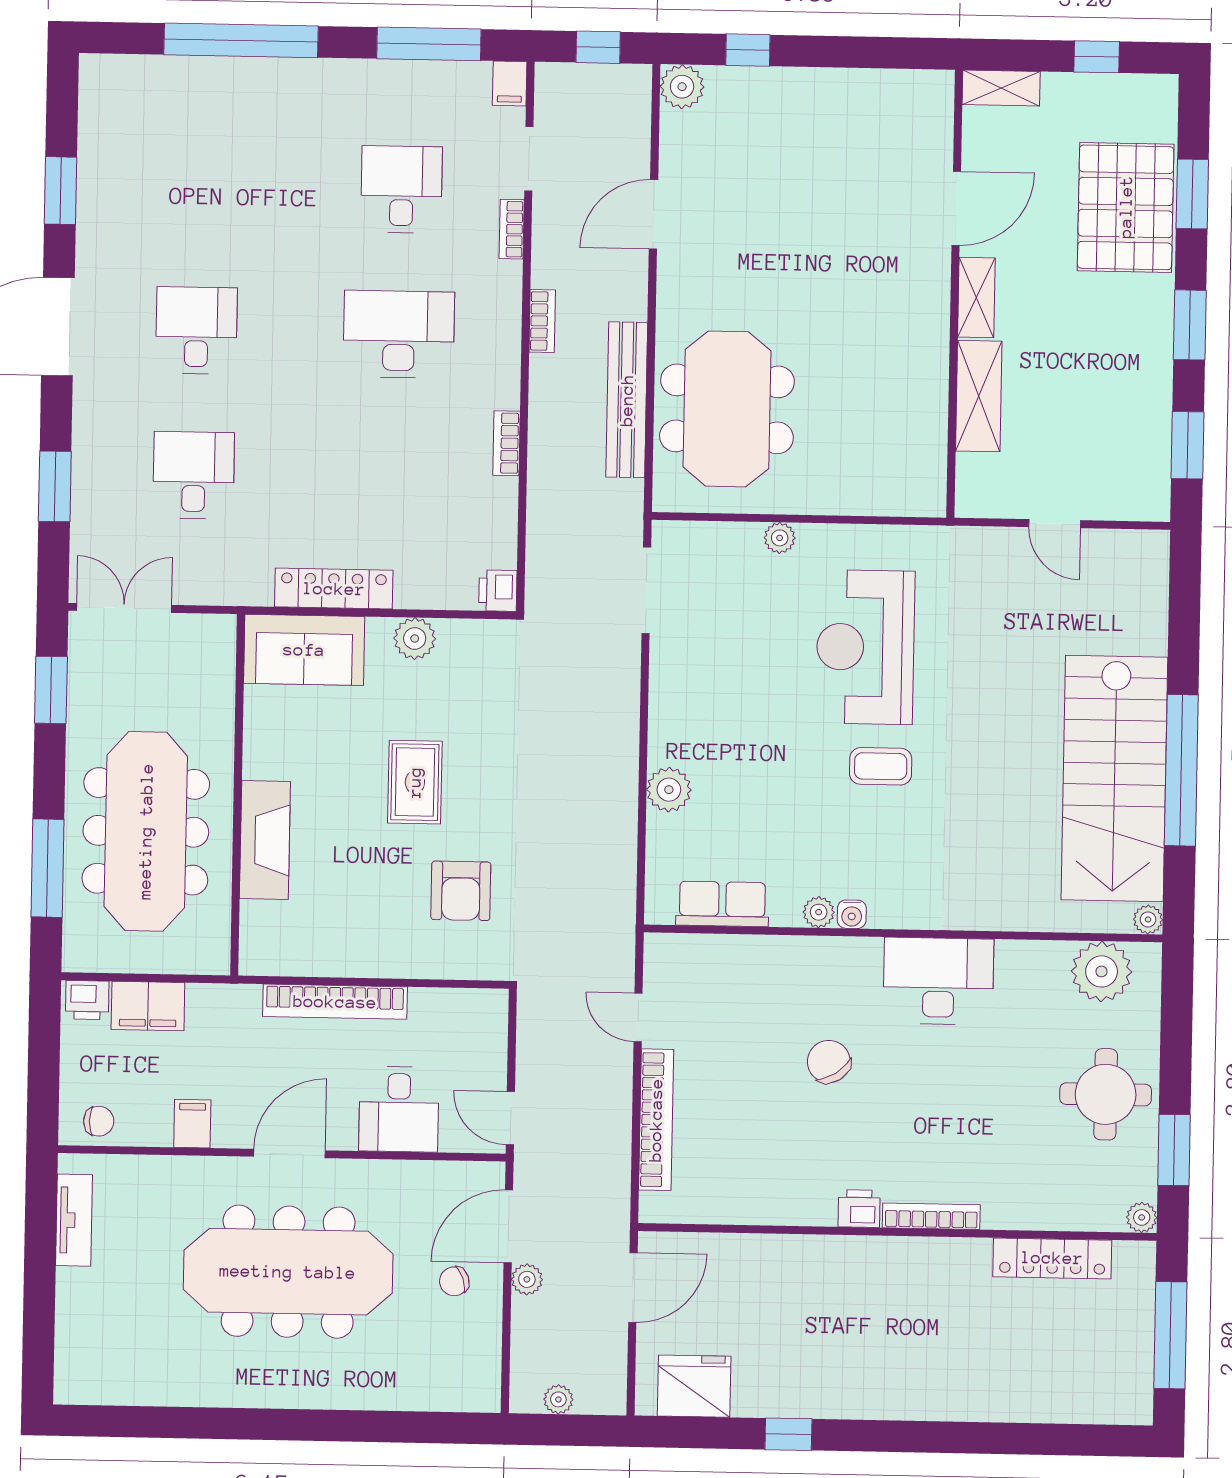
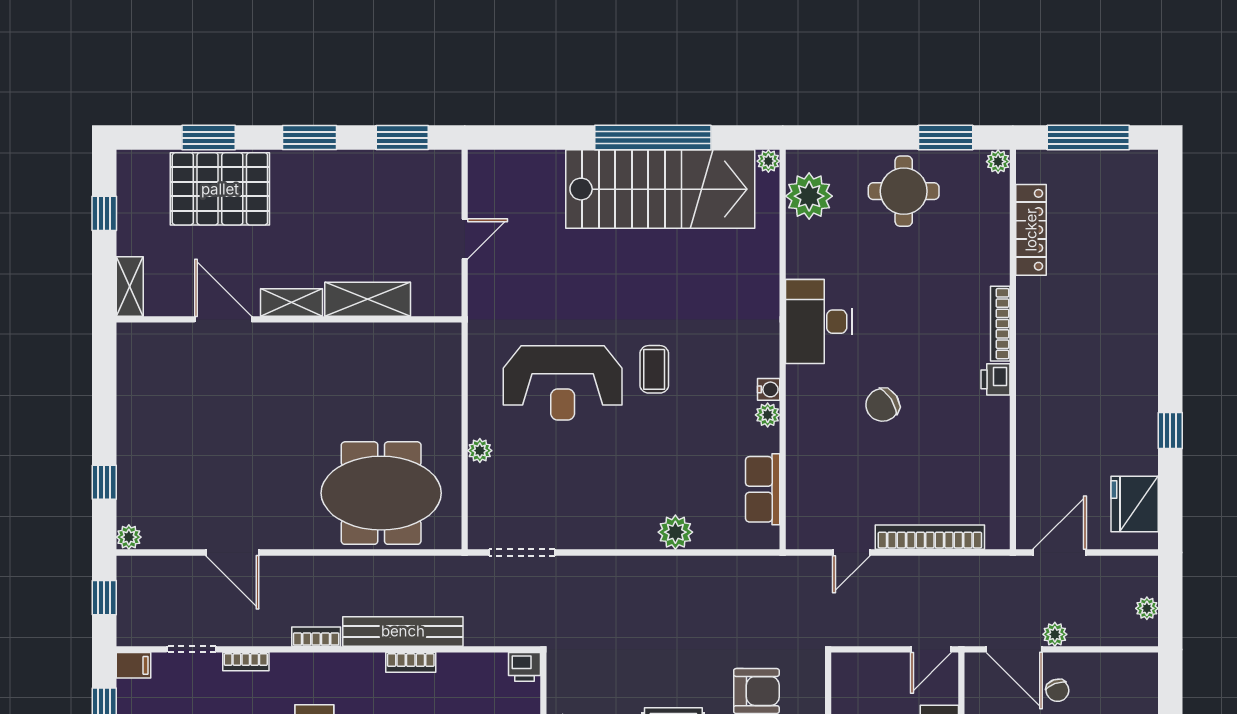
plant: (682, 87) -> (129, 537), width x0.73, depth x0.73
bench: (627, 400) -> (403, 631), moved
door: (633, 1287) -> (1060, 553), hinge flipped

